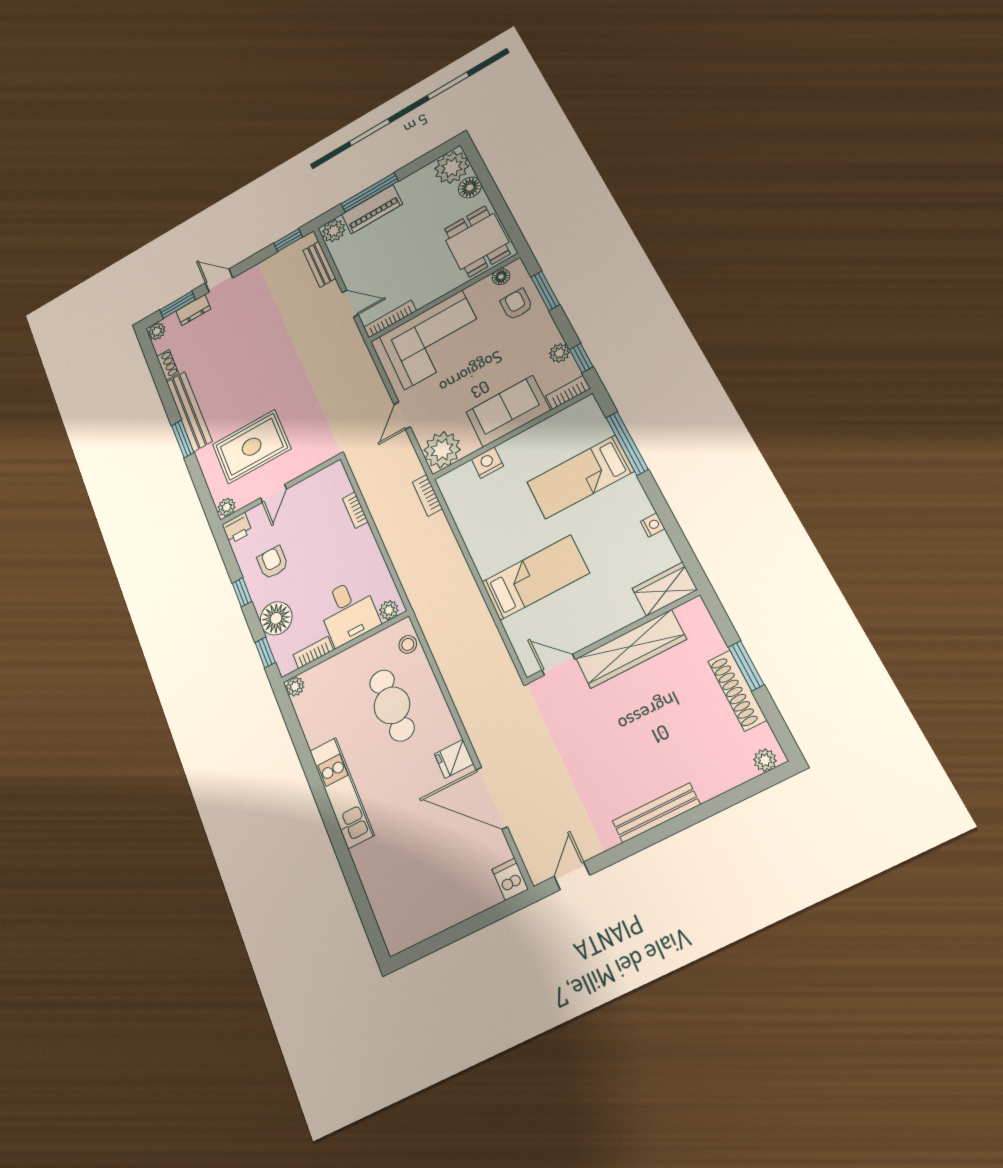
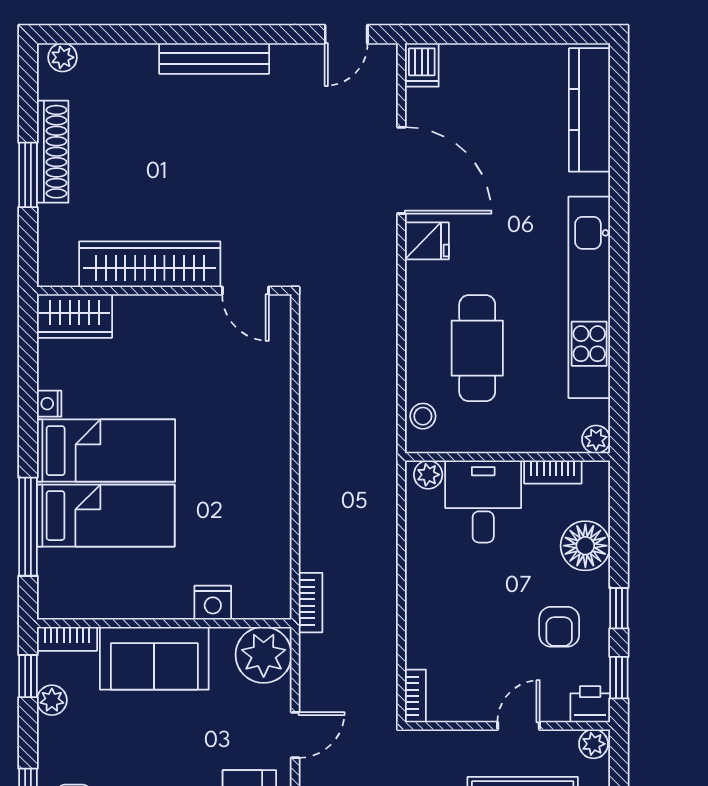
bookcase: (355, 510) -> (415, 696), moved
bed: (535, 578) -> (106, 451), moved, turned 180
window: (265, 652) -> (619, 678), moved
kitchen unit: (342, 793) -> (589, 297), width x1.36
kitchen counter: (385, 903) -> (589, 110), added

